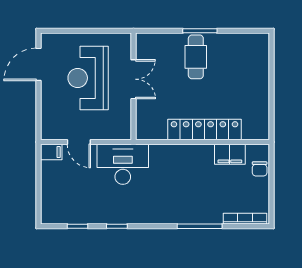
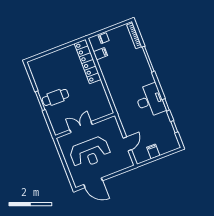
locker: (204, 129) -> (88, 62), moved
filing cabinet: (51, 152) -> (153, 151), moved
filing cabinet: (230, 154) -> (100, 54), width x0.50
desk: (123, 164) -> (150, 100), moved, turned 180

